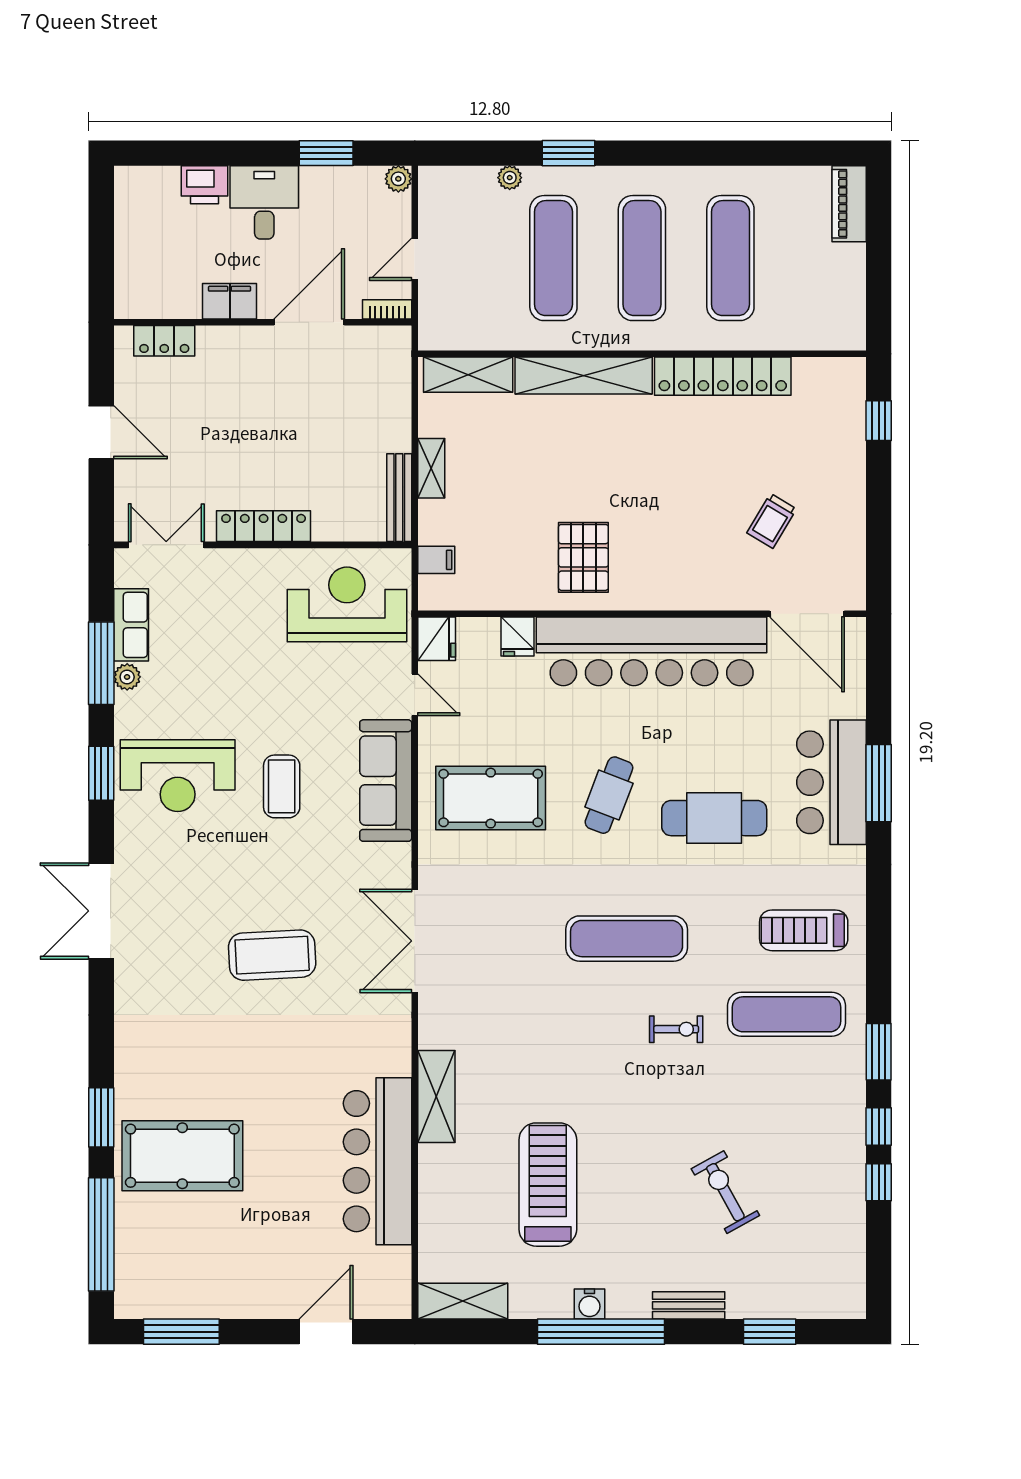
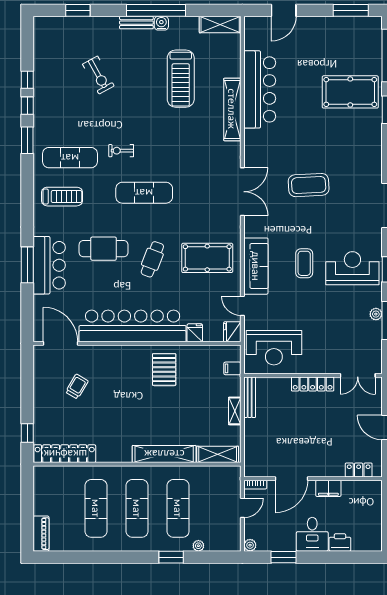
locker: (723, 376) -> (65, 454), moved
row of seats: (131, 625) -> (374, 338), removed
shelving: (436, 1096) -> (232, 109), width x1.47
bench: (689, 1305) -> (136, 23), moved

